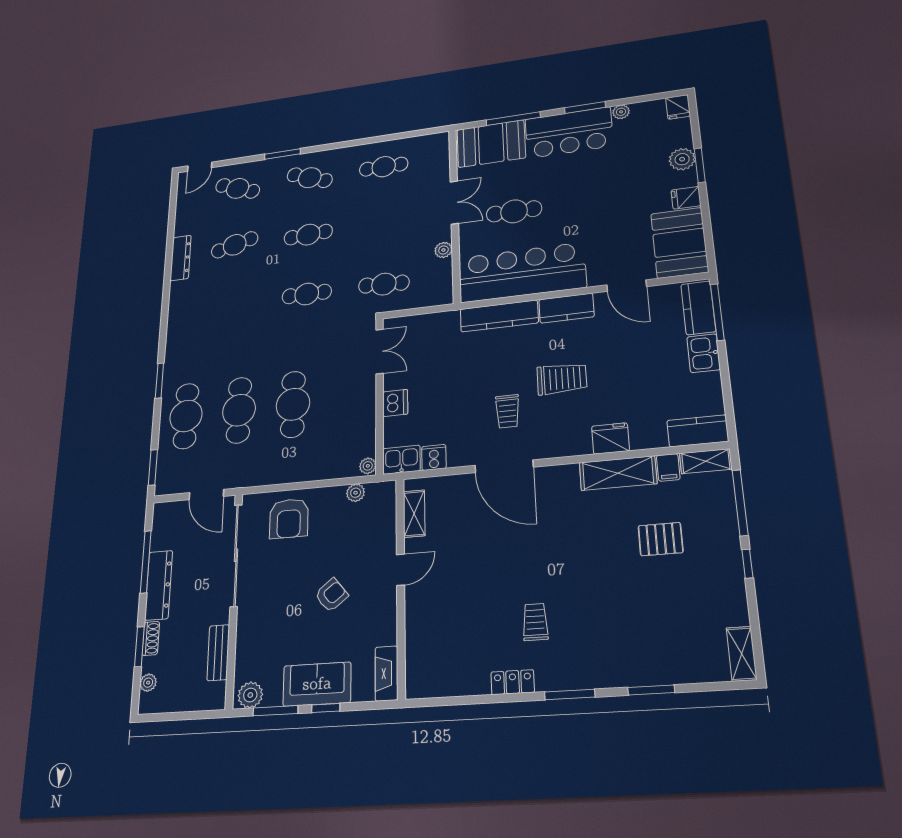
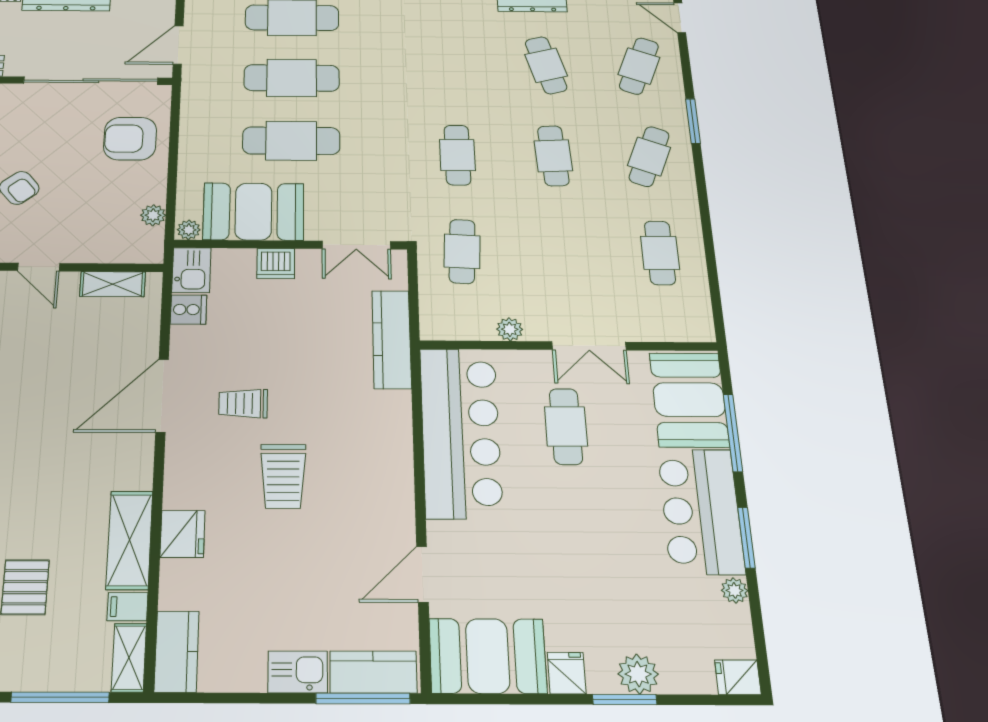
kitchen counter: (566, 308) -> (395, 489), removed
kitchen counter: (499, 316) -> (392, 339), moved
booth: (352, 423) -> (253, 212), added

